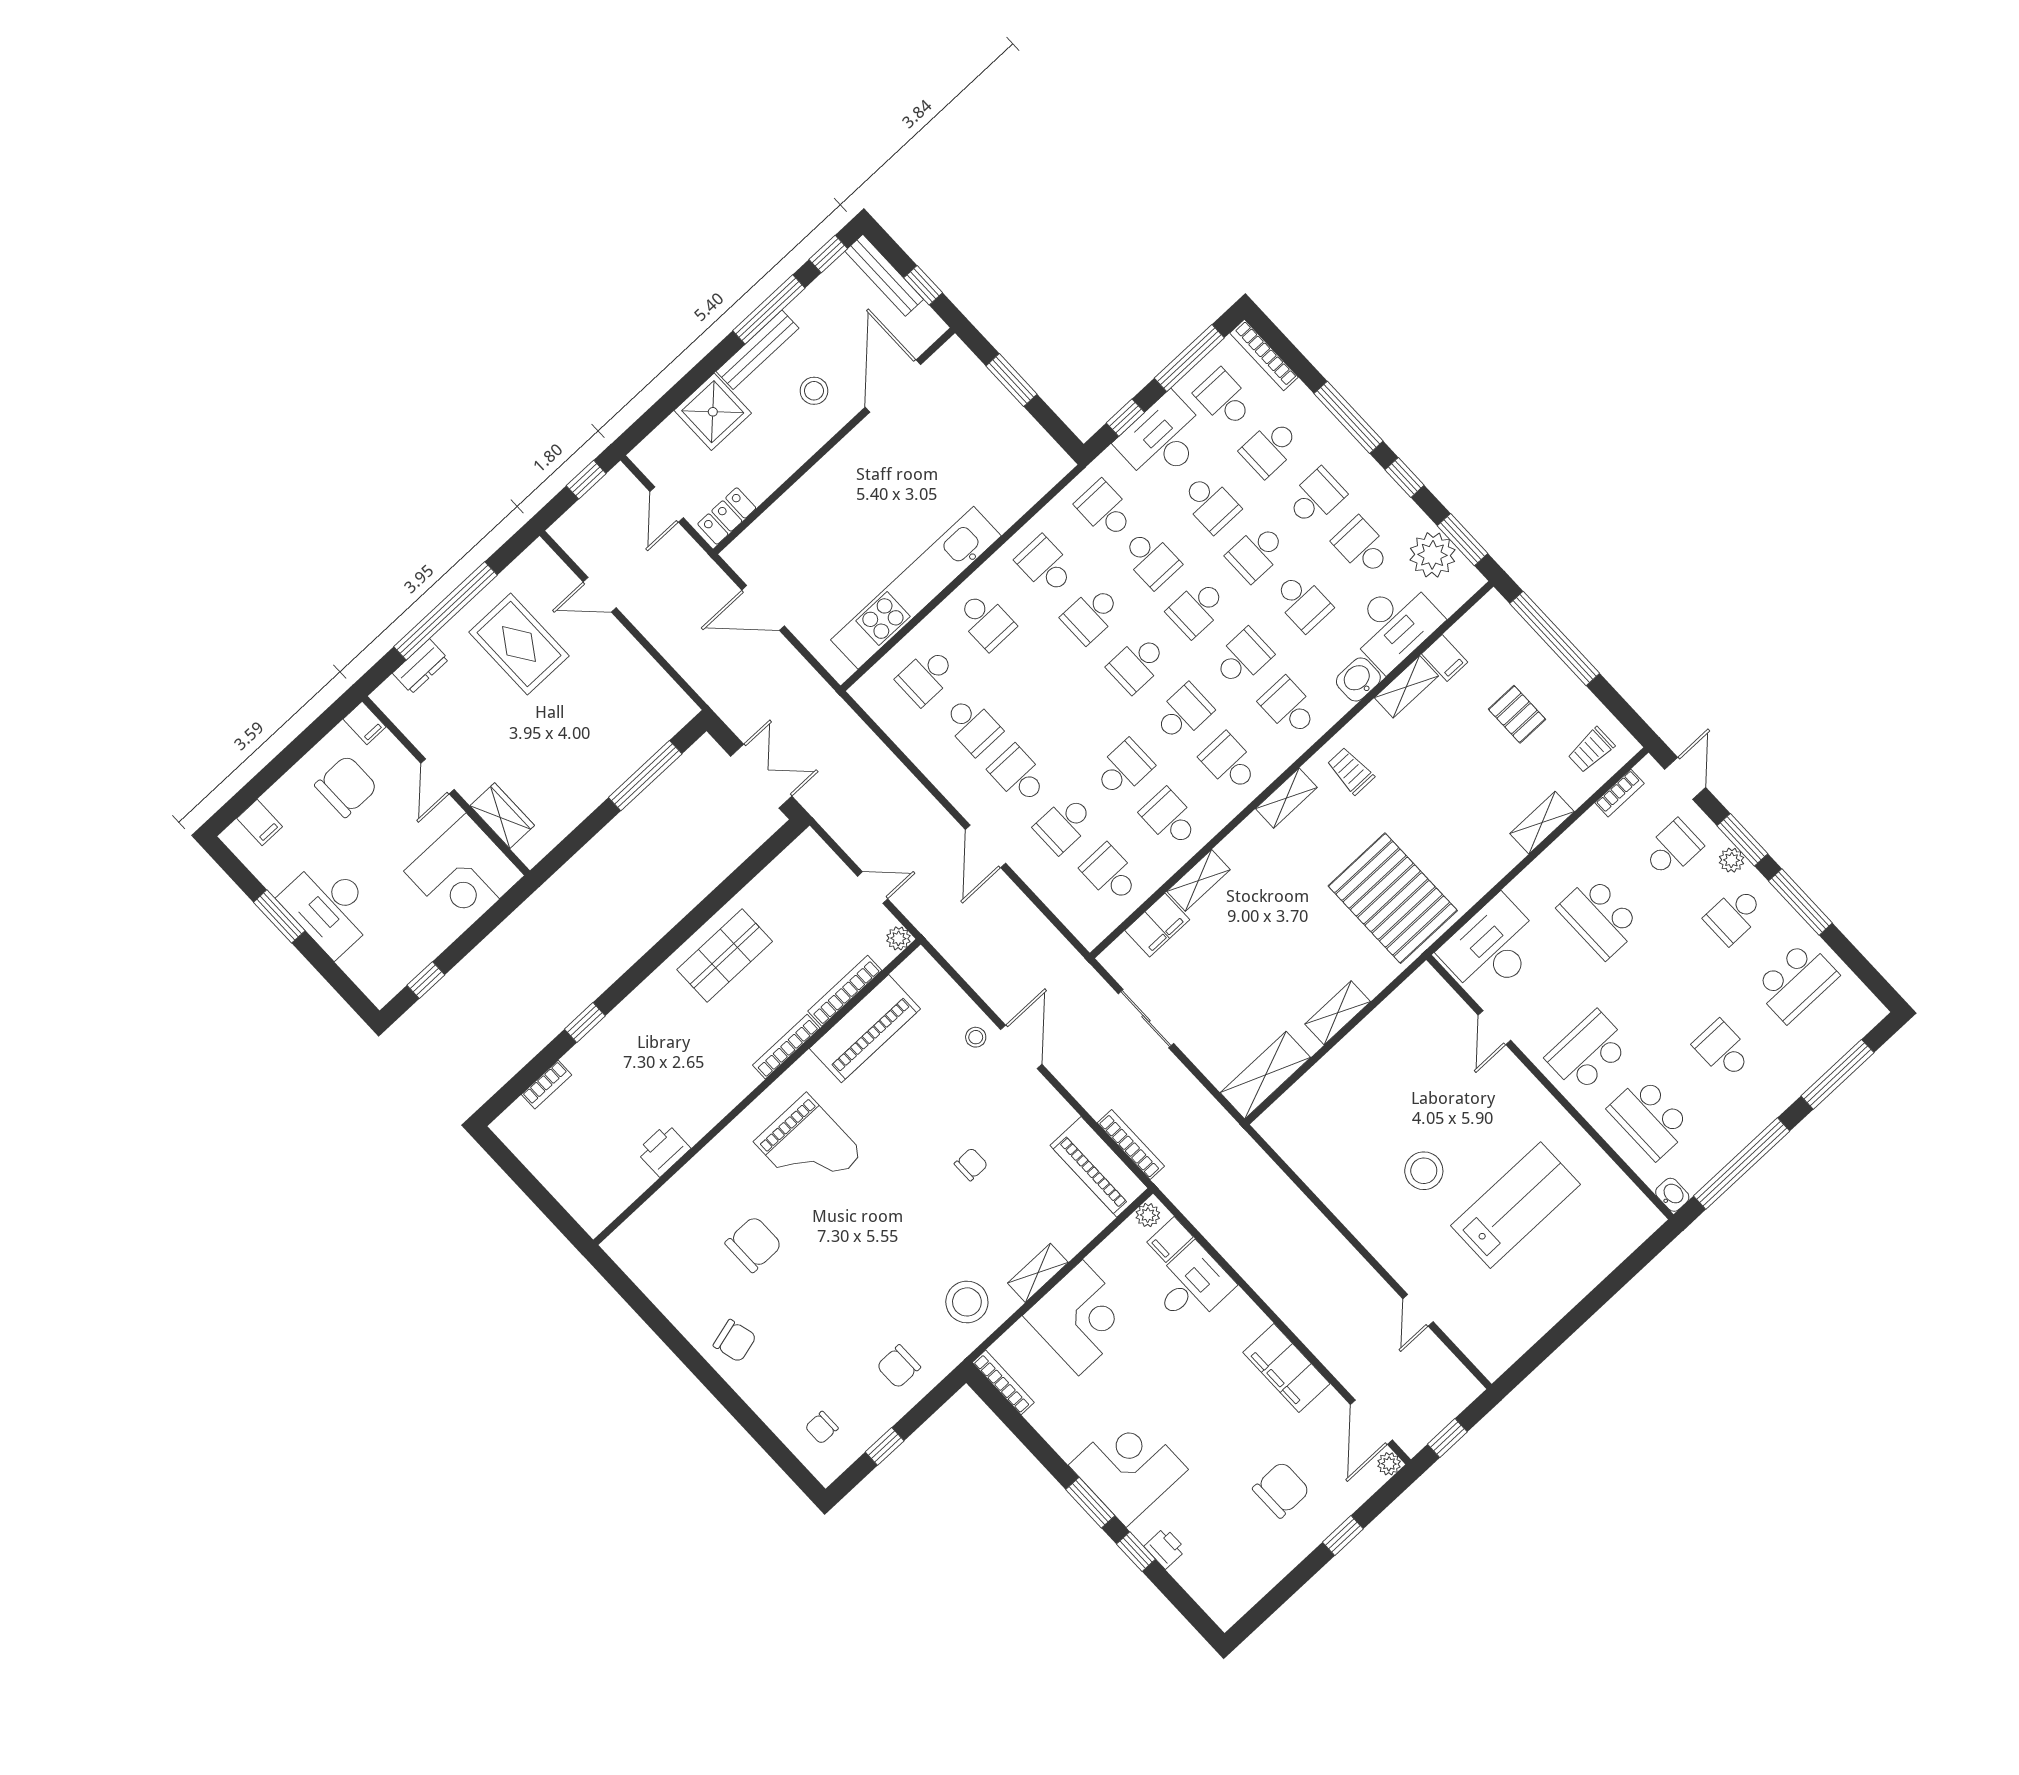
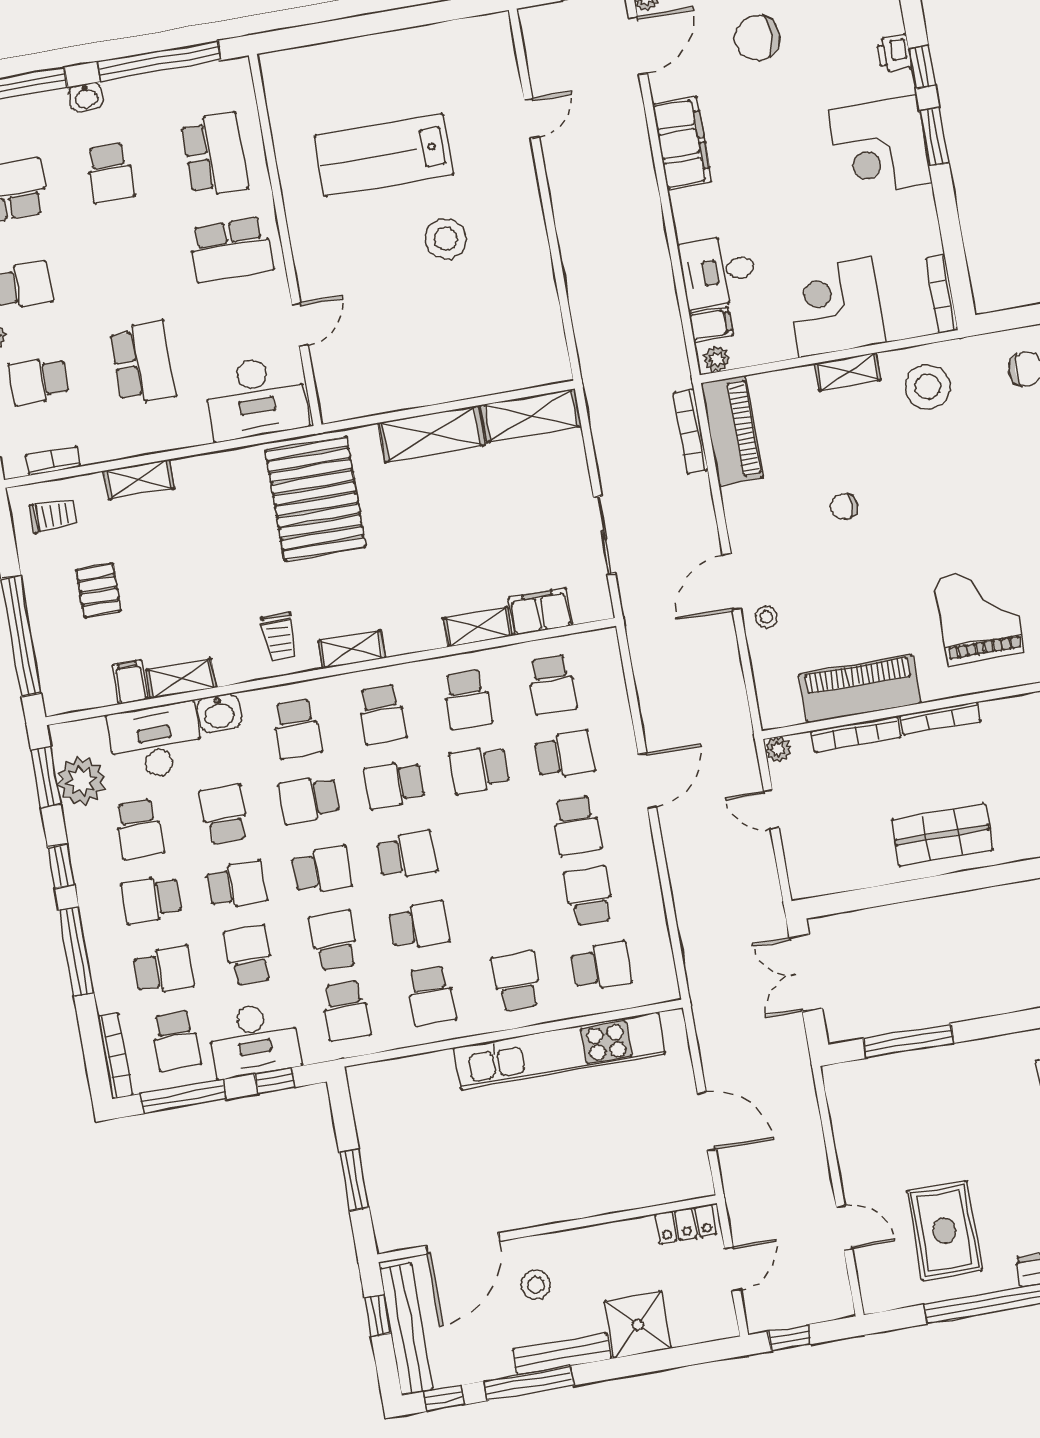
bench: (884, 275) -> (406, 1329), width x1.37, depth x1.21
shelving: (1338, 1013) -> (432, 434), width x1.50, depth x1.33
washbasin: (1672, 1195) -> (86, 97), moved, turned -90

